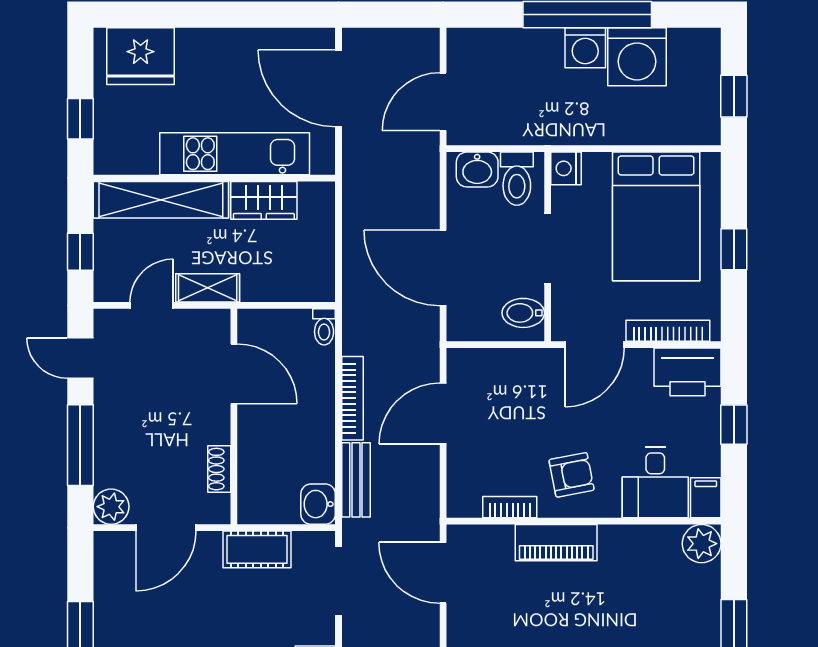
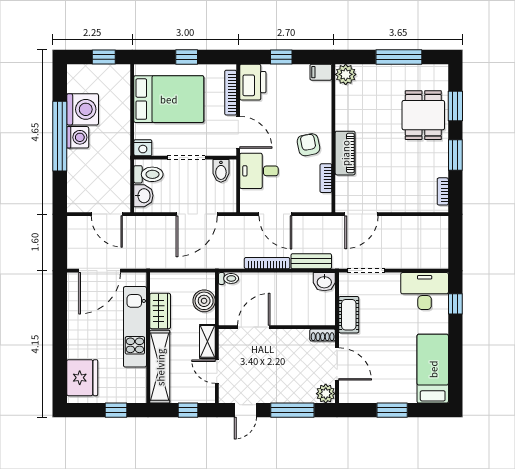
boiler: (283, 282) -> (204, 301), added
shoe rack: (219, 469) -> (323, 335), moved
desk: (655, 482) -> (259, 171), moved, turned 180

